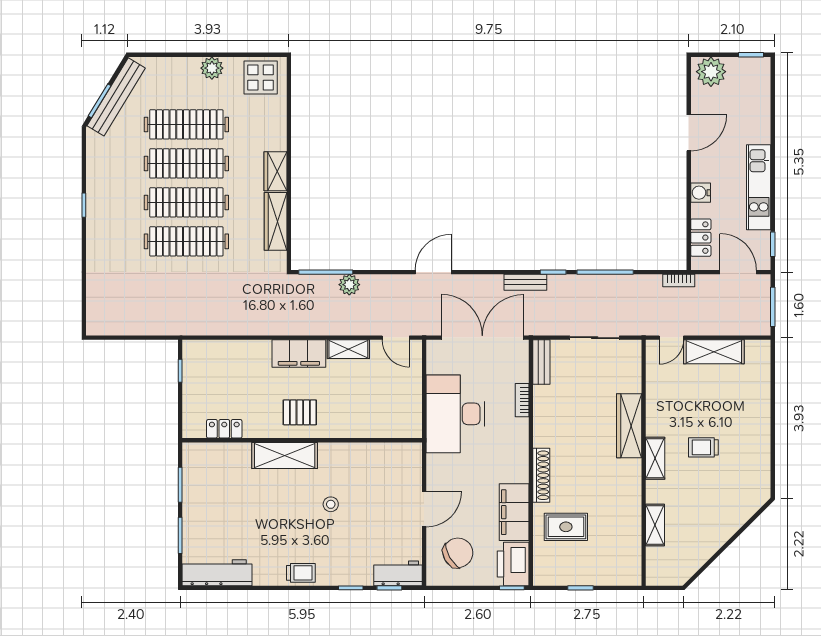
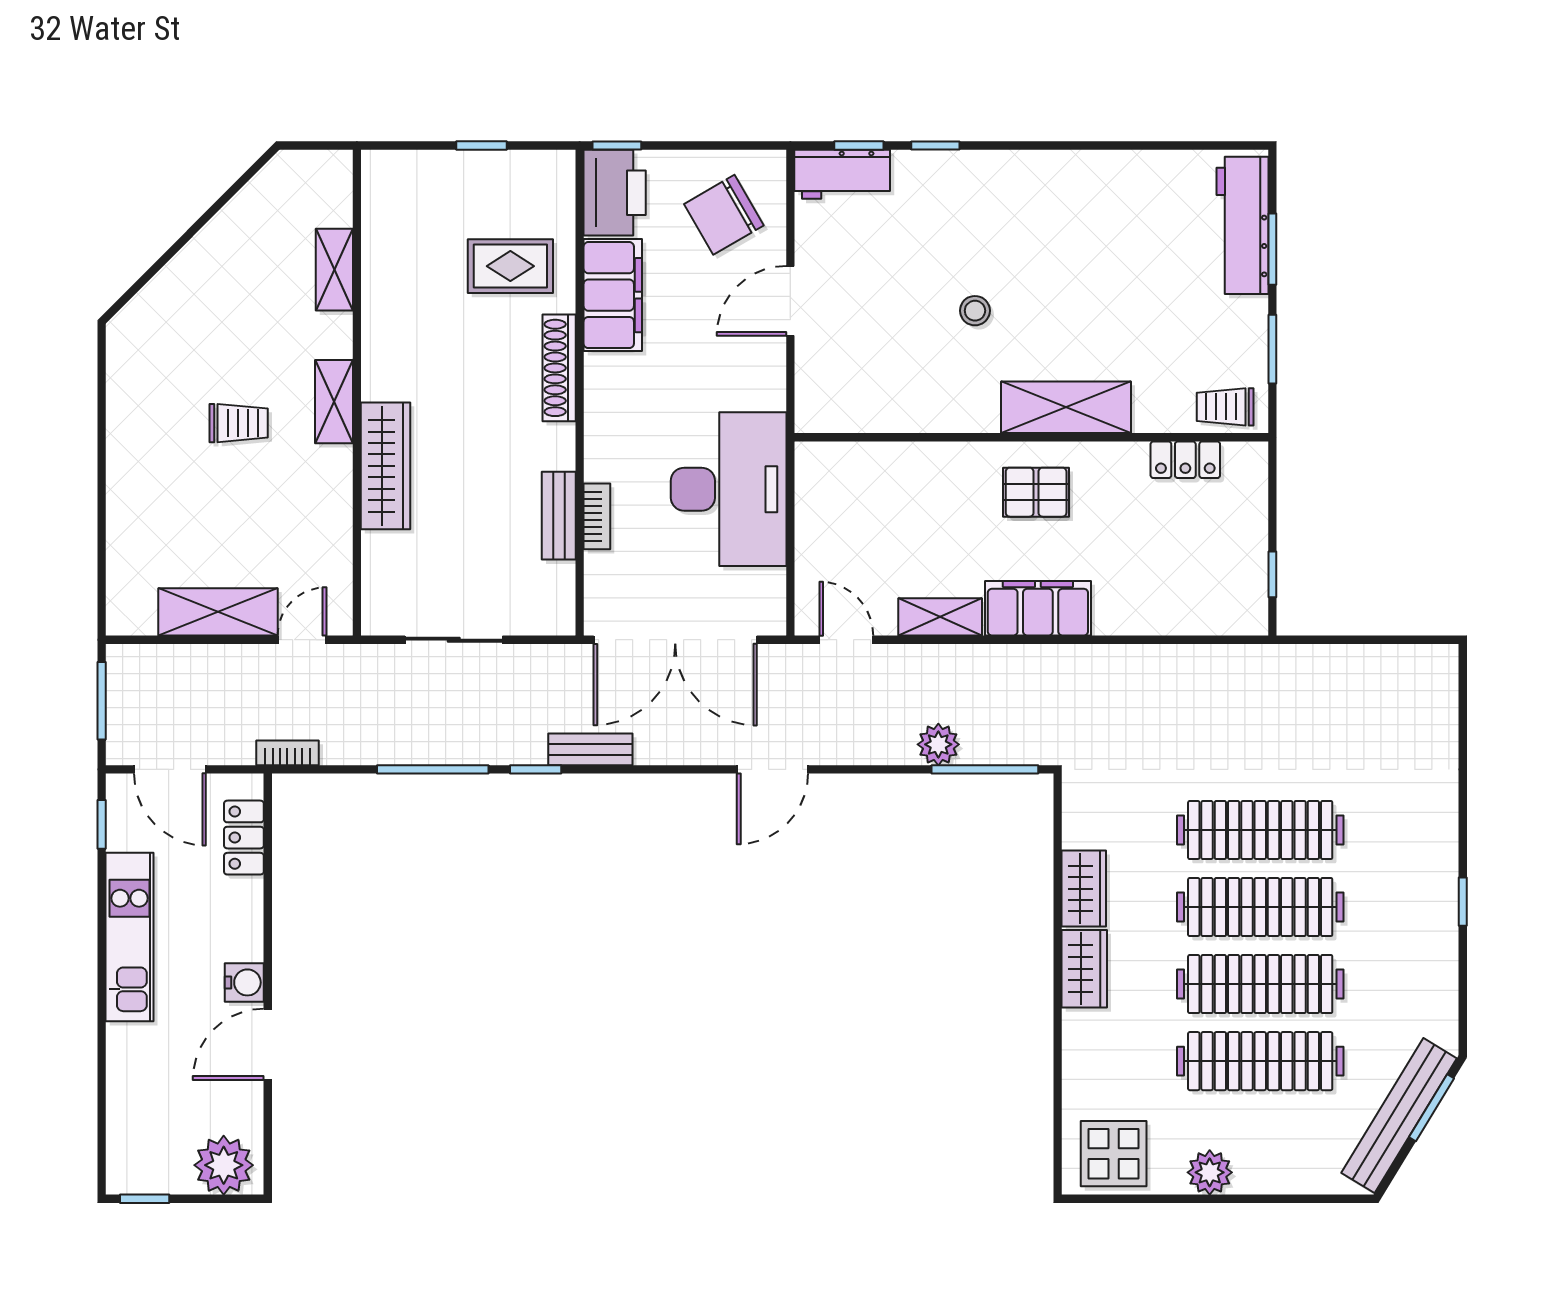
water cooler: (701, 193) -> (244, 982), moved
wardrobe: (276, 221) -> (1084, 889), width x0.67
bench: (541, 362) -> (559, 516), moved
workbench: (217, 573) -> (1243, 225), moved, turned 90
trolley: (301, 573) -> (1225, 407), moved

